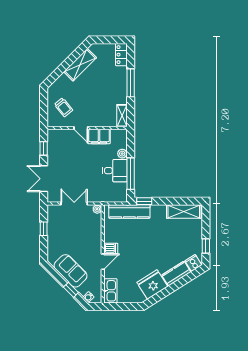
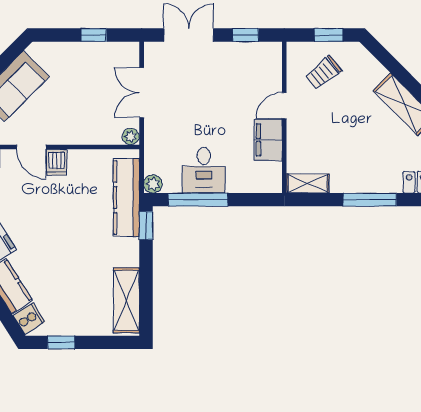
window: (44, 105) -> (329, 35), added
plant: (122, 154) -> (153, 184), moved
double door: (74, 203) -> (142, 93), swing flipped

